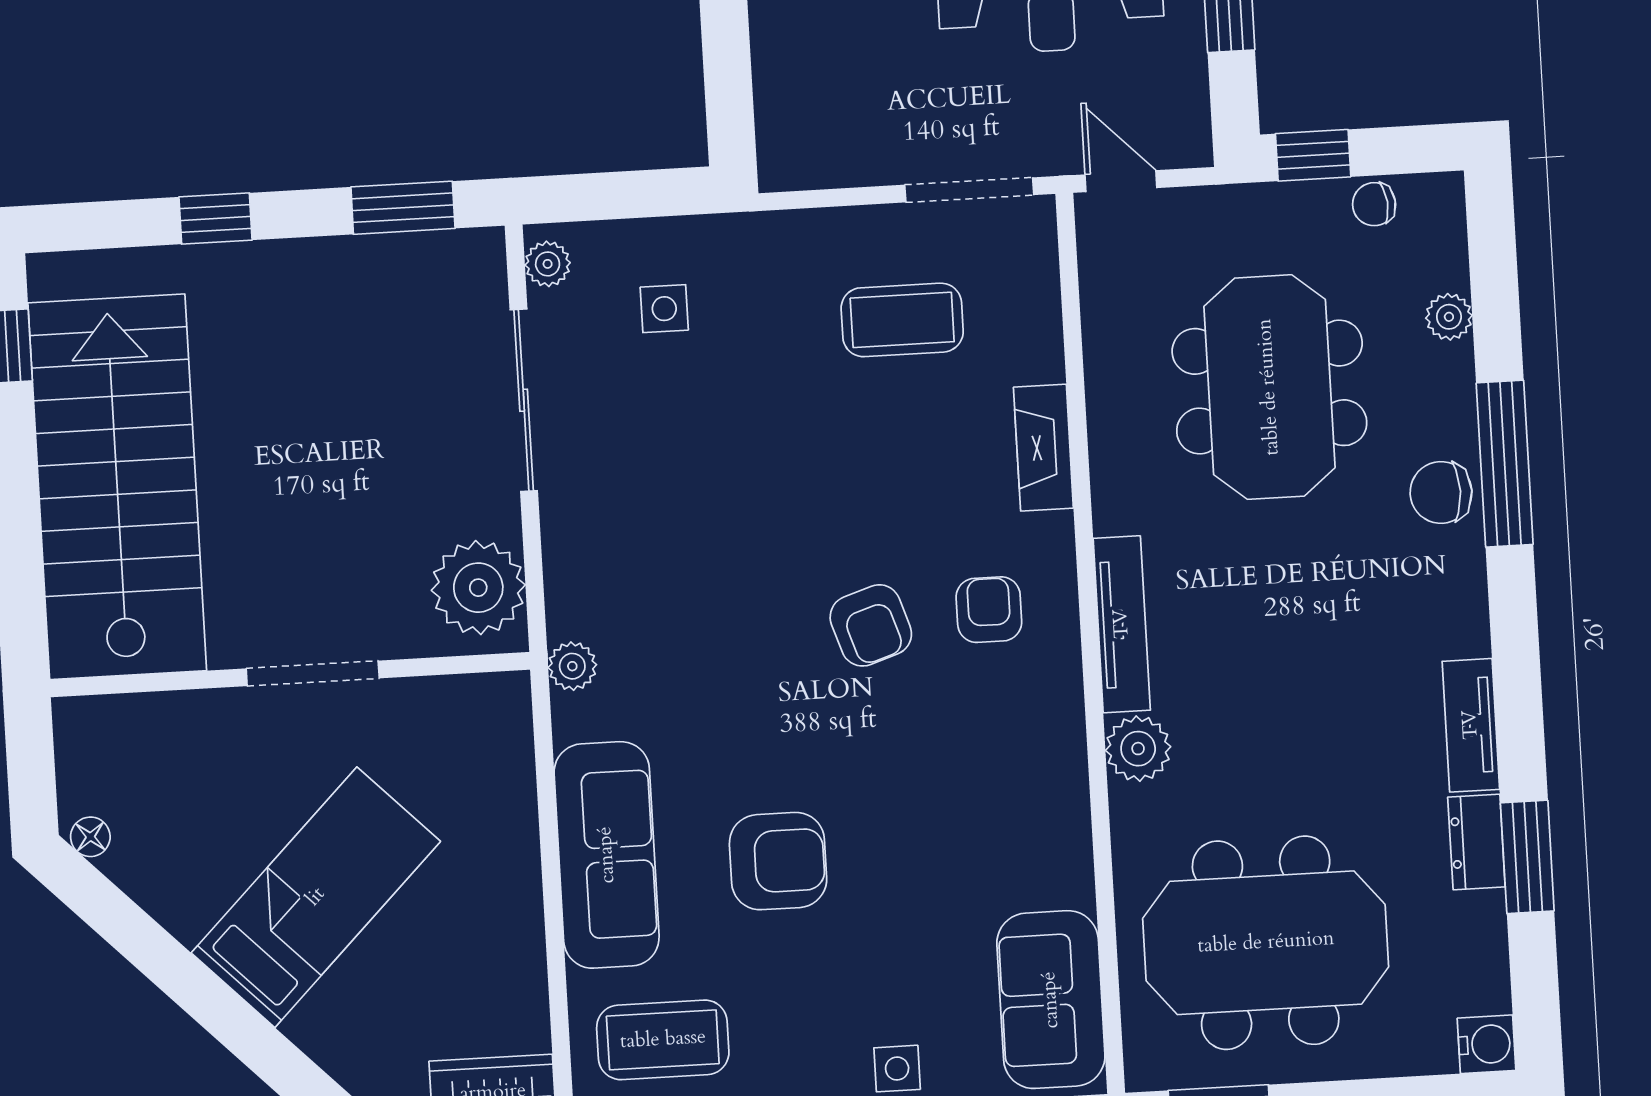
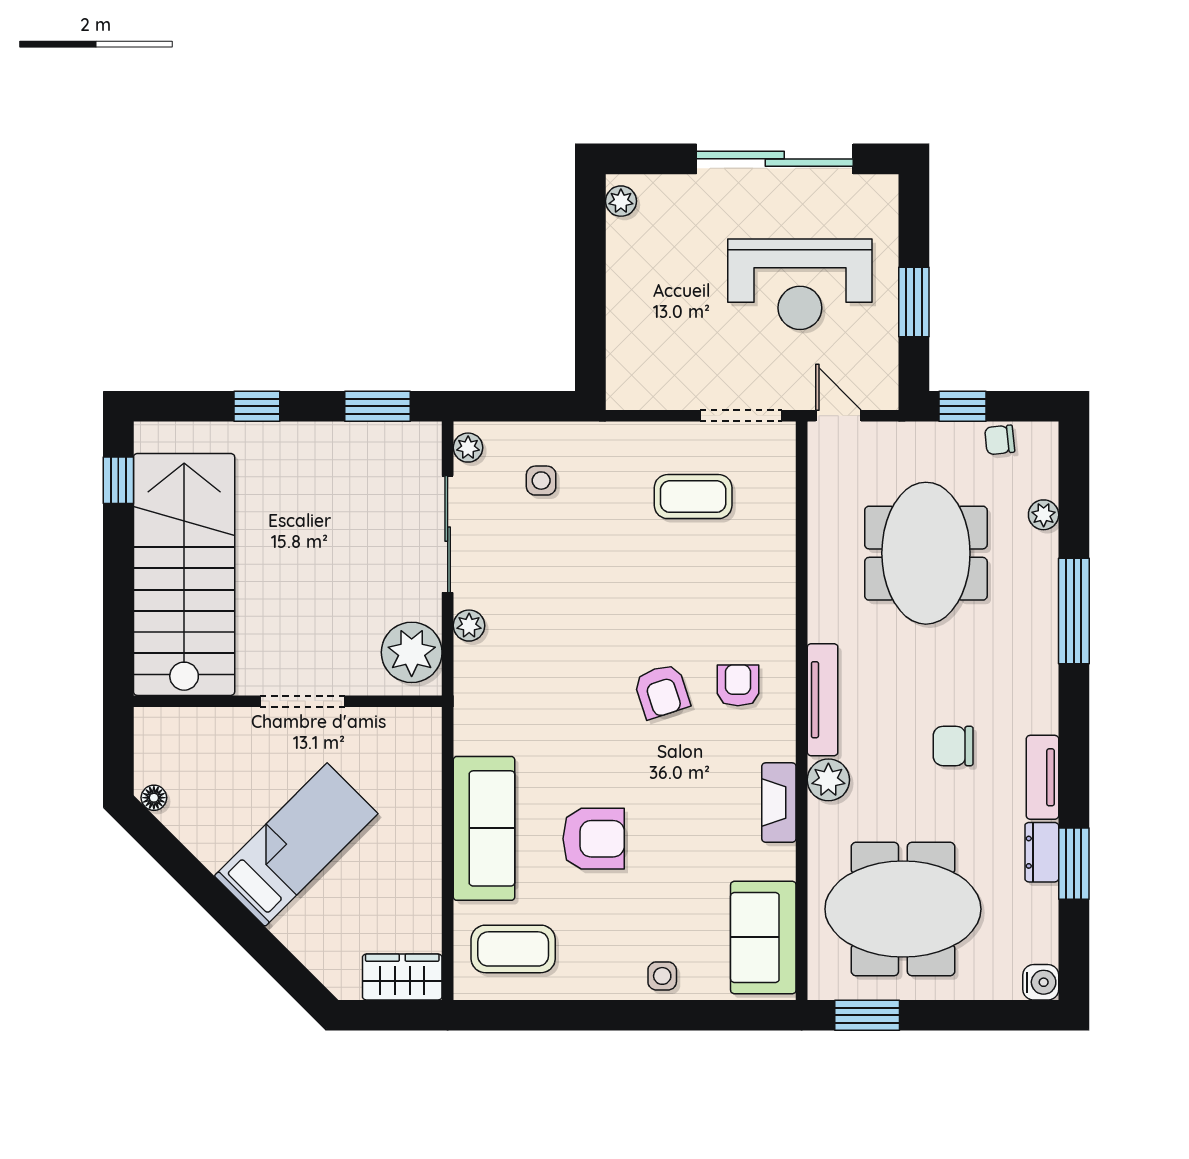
fireplace: (1043, 448) -> (779, 803), moved
chair: (1441, 492) -> (953, 746), moved
plant: (572, 666) -> (469, 626), moved

